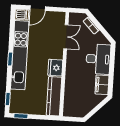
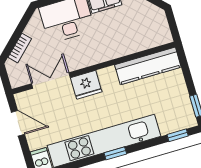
door: (38, 8) -> (18, 123), moved
fridge: (55, 68) -> (86, 85), moved

